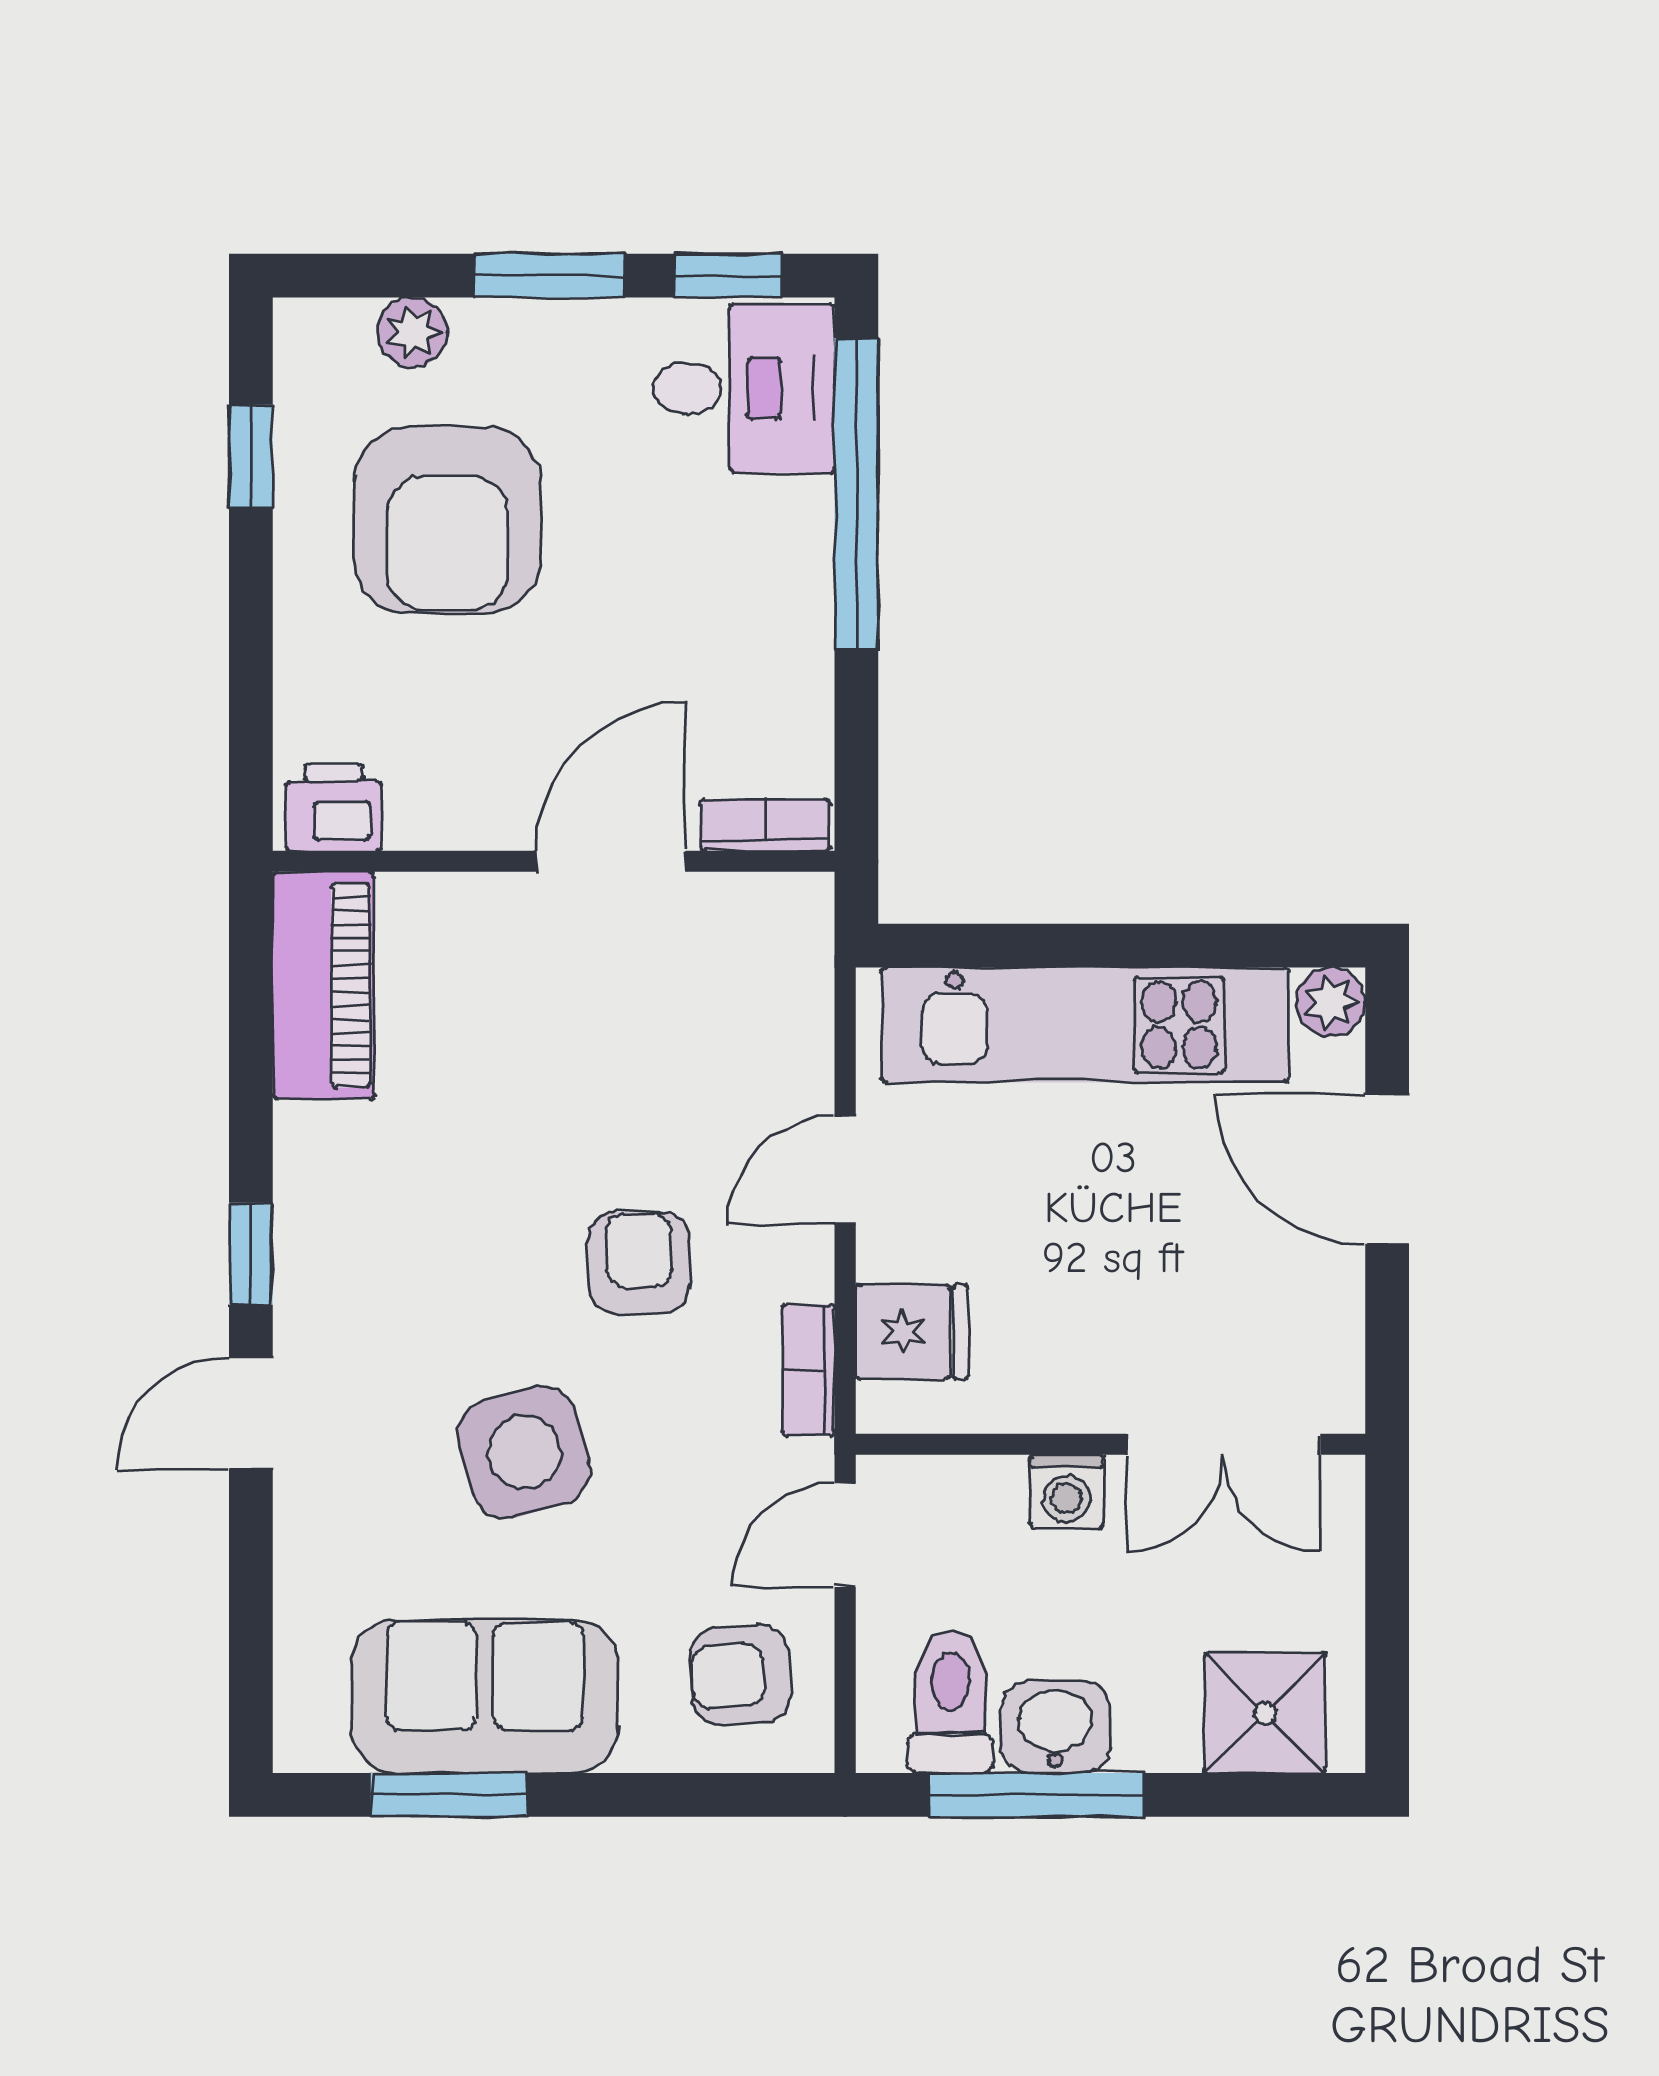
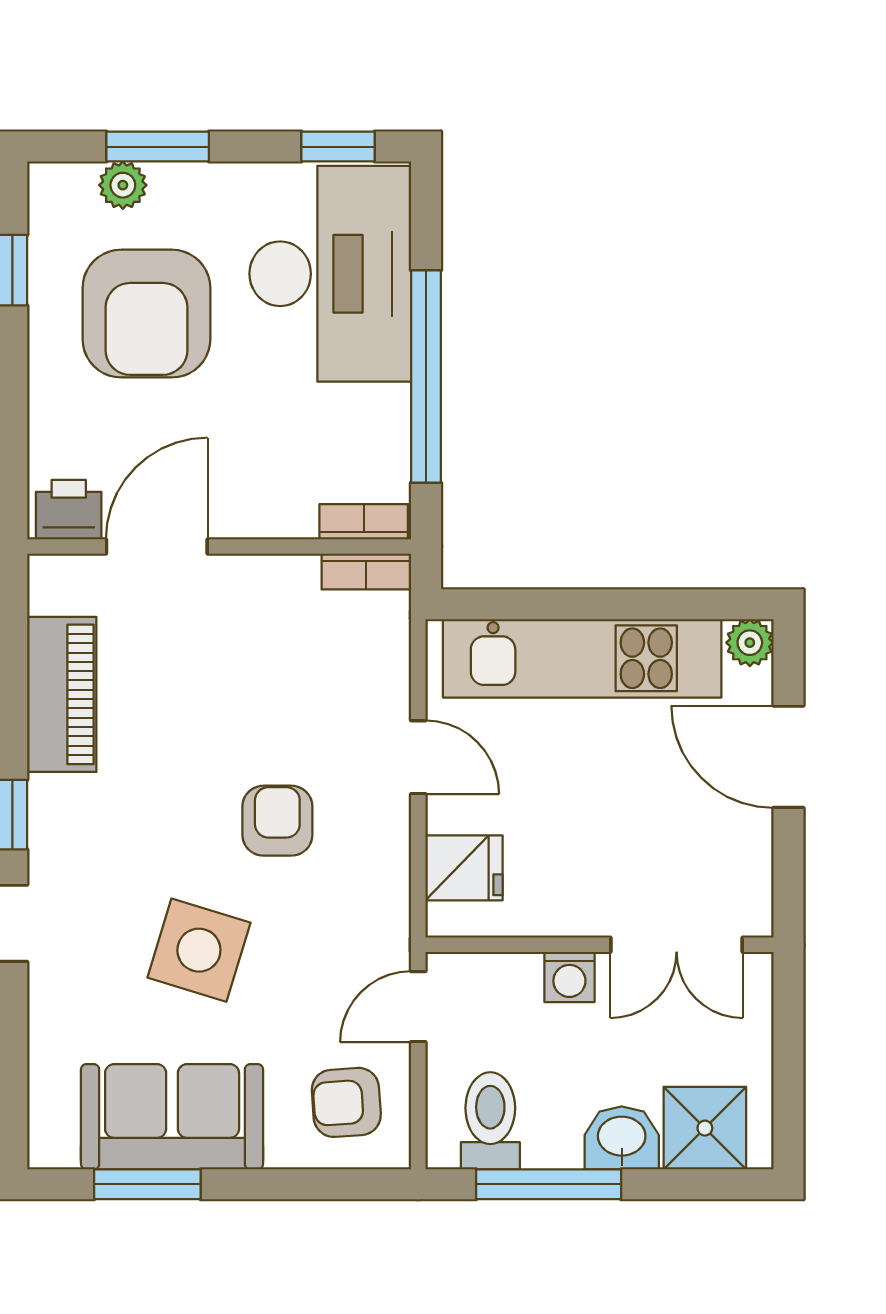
window: (549, 276) -> (158, 147), moved
desk: (744, 388) -> (330, 274), width x1.87, depth x1.30
window: (856, 494) -> (426, 377), moved
door: (611, 861) -> (157, 547), moved
piano: (323, 985) -> (62, 694), moved
door: (845, 1170) -> (418, 757), swing flipped
bookcase: (809, 1370) -> (366, 572), moved, turned -90
side table: (524, 1452) -> (199, 950), turned 33
washbasin: (1055, 1727) -> (622, 1138), moved

